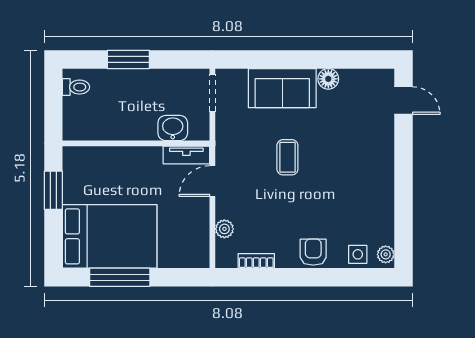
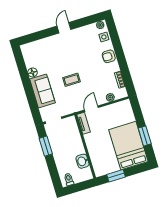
window: (128, 59) -> (46, 146), moved
door: (403, 101) -> (64, 28), moved
washbasin: (173, 128) -> (82, 161), moved
door: (212, 181) -> (91, 109), swing flipped
window: (120, 277) -> (145, 136), width x0.69

